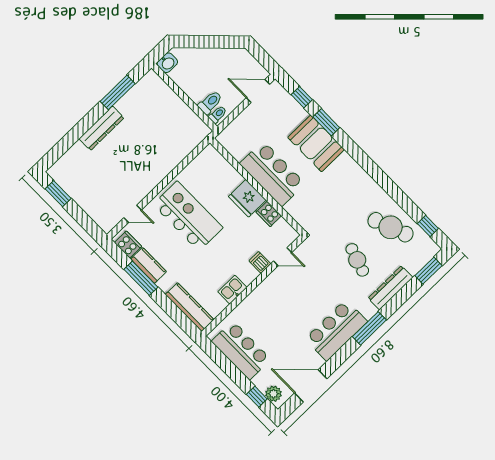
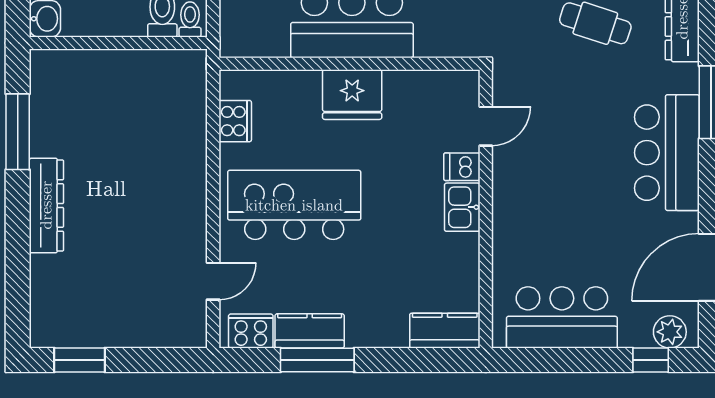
cooker: (269, 214) -> (235, 121), moved, turned -90
kitchen sink: (232, 290) -> (462, 207), moved
kitchen counter: (190, 307) -> (445, 331), width x0.67

